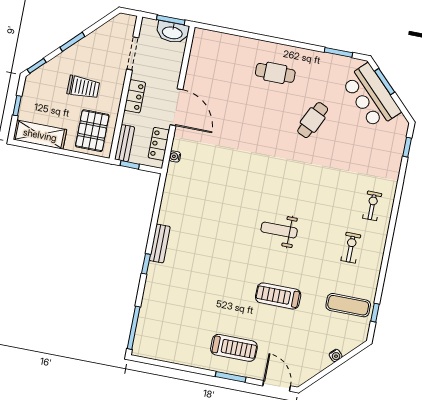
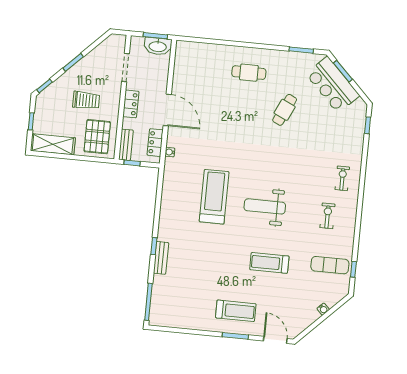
treadmill: (221, 213) -> (214, 197), added
weight bench: (279, 230) -> (265, 206), width x1.36, depth x1.33
bench: (160, 244) -> (161, 258), moved

